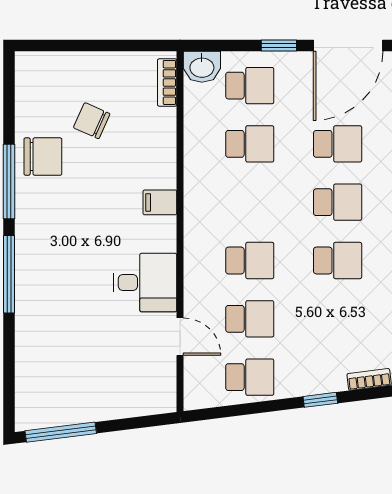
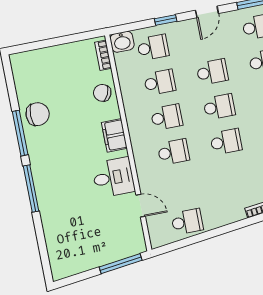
door: (348, 45) -> (207, 12), width x0.53
chair: (92, 121) -> (102, 93), moved
filing cabinet: (160, 202) -> (114, 135), width x2.00
school desk: (250, 319) -> (167, 117), moved
window: (320, 400) -> (232, 227), removed
window: (61, 432) -> (121, 264), moved

